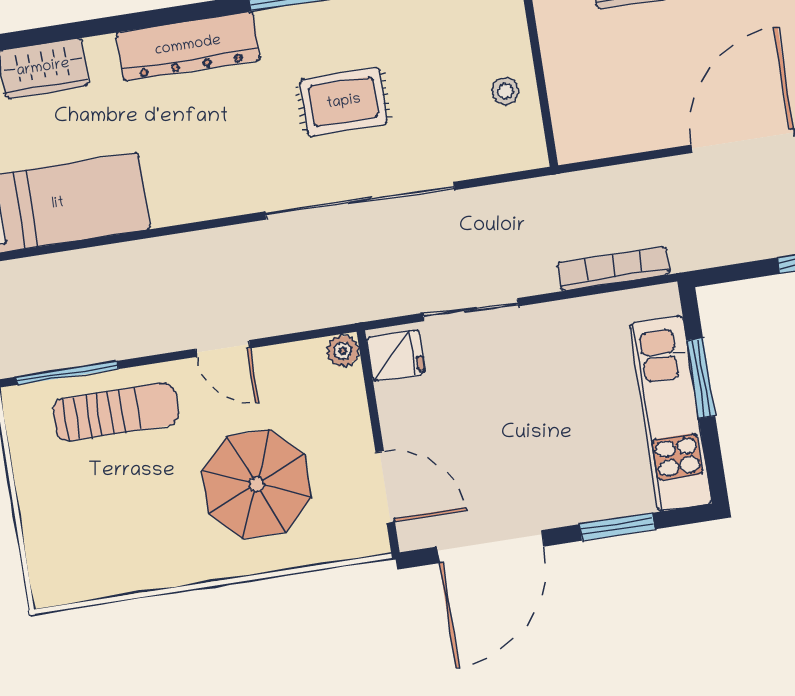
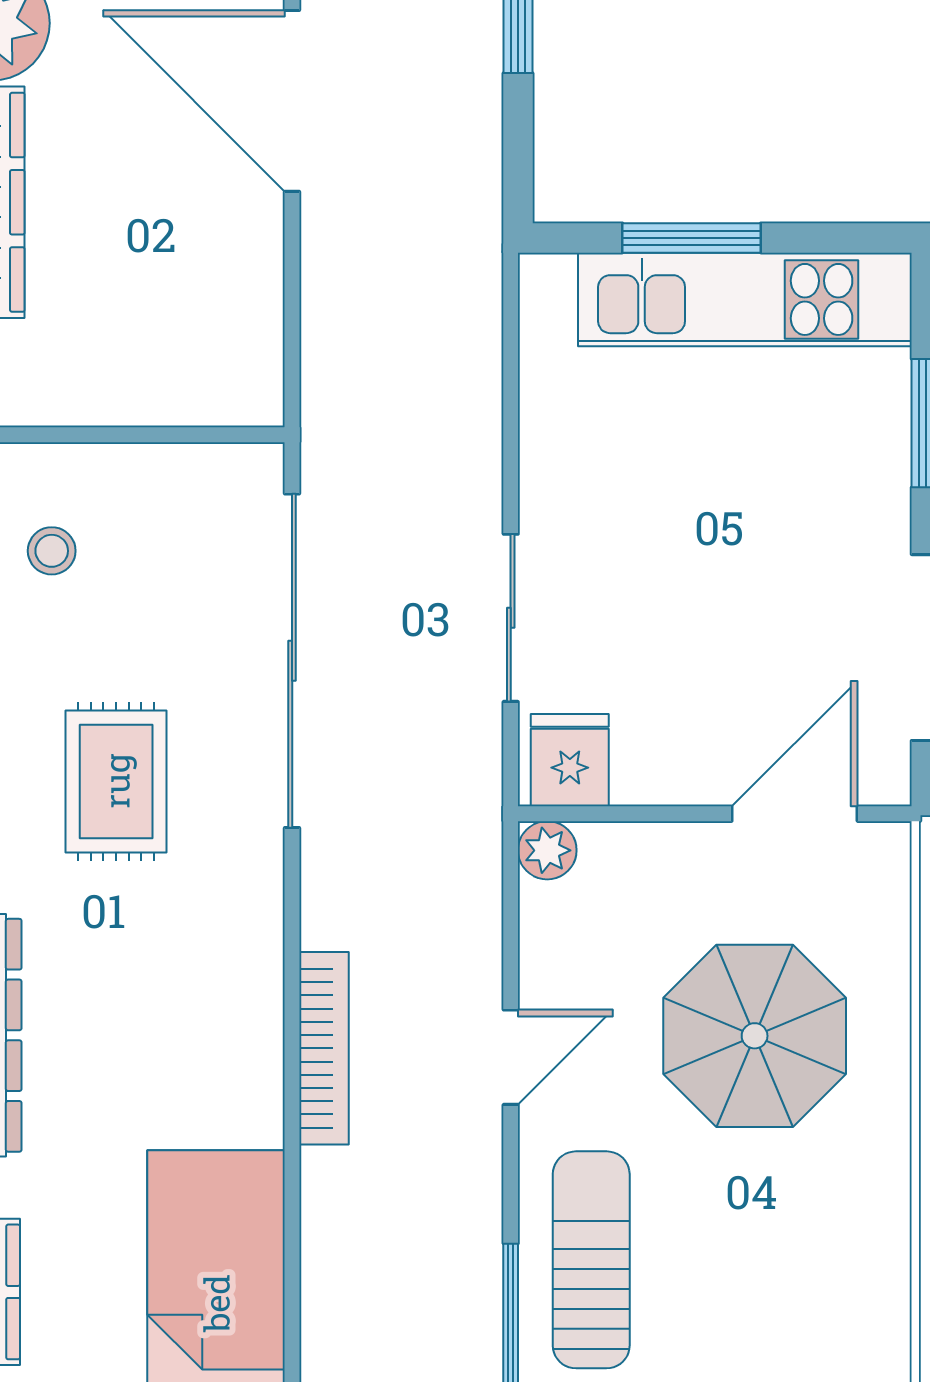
stool: (505, 91) -> (52, 551), moved
sliding door: (360, 201) -> (292, 661), moved
bookcase: (614, 269) -> (324, 1048), moved, turned 180

